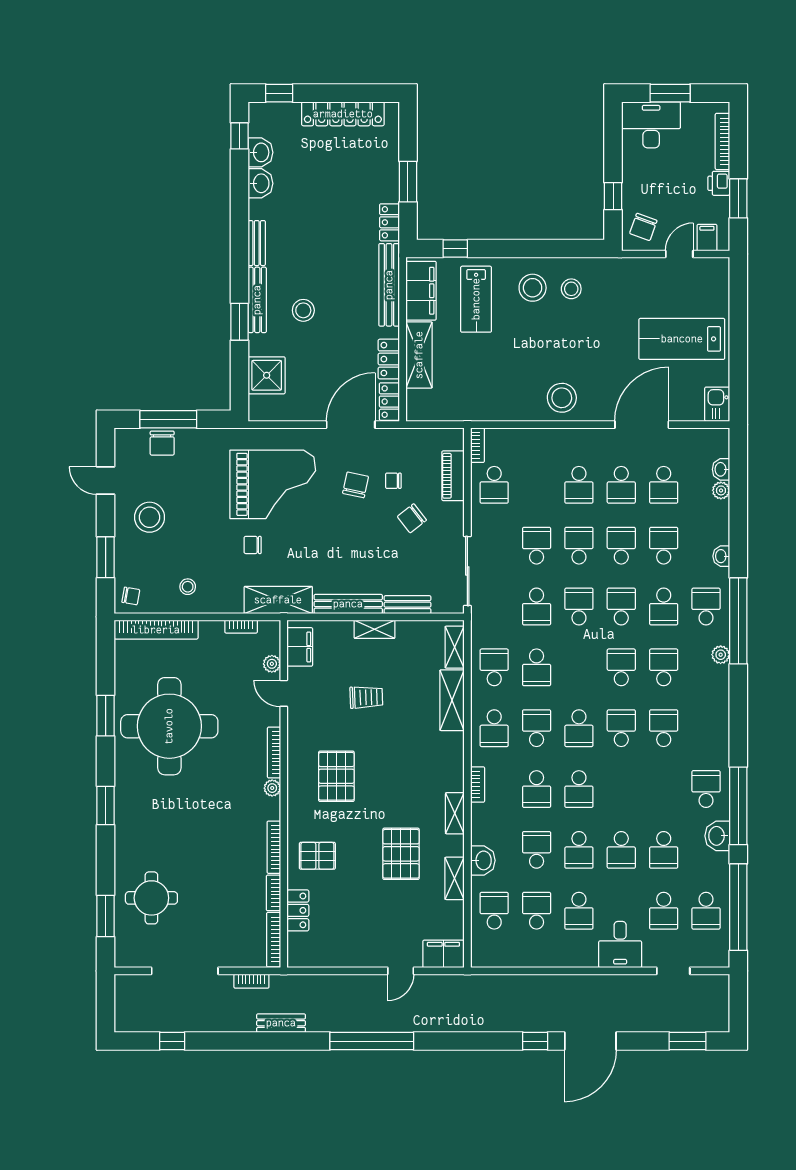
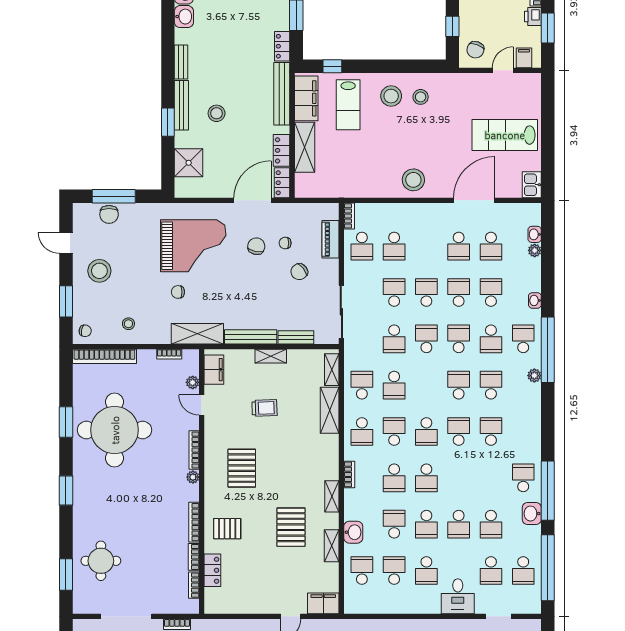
school desk: (579, 485) -> (394, 246), moved
bookcase: (274, 940) -> (194, 585), width x0.64

